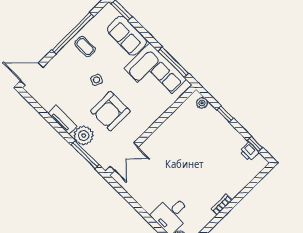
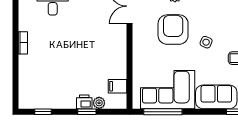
plant: (202, 103) -> (99, 103), moved
filing cabinet: (187, 110) -> (118, 86), added
printer: (249, 152) -> (84, 102), moved

